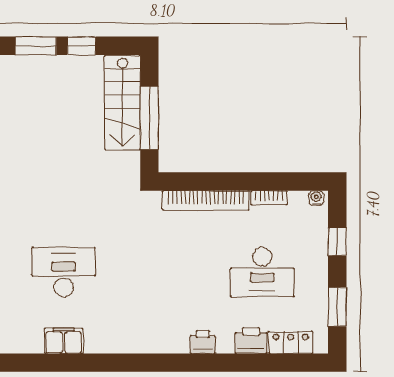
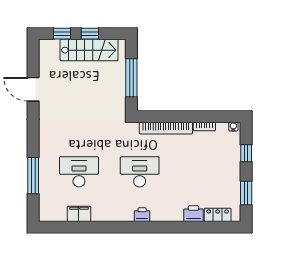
window: (36, 46) -> (62, 34), width x0.67
stairs: (122, 103) -> (89, 50), moved, turned -90
desk: (262, 272) -> (140, 172), moved, turned 180
printer: (203, 342) -> (142, 215), moved

